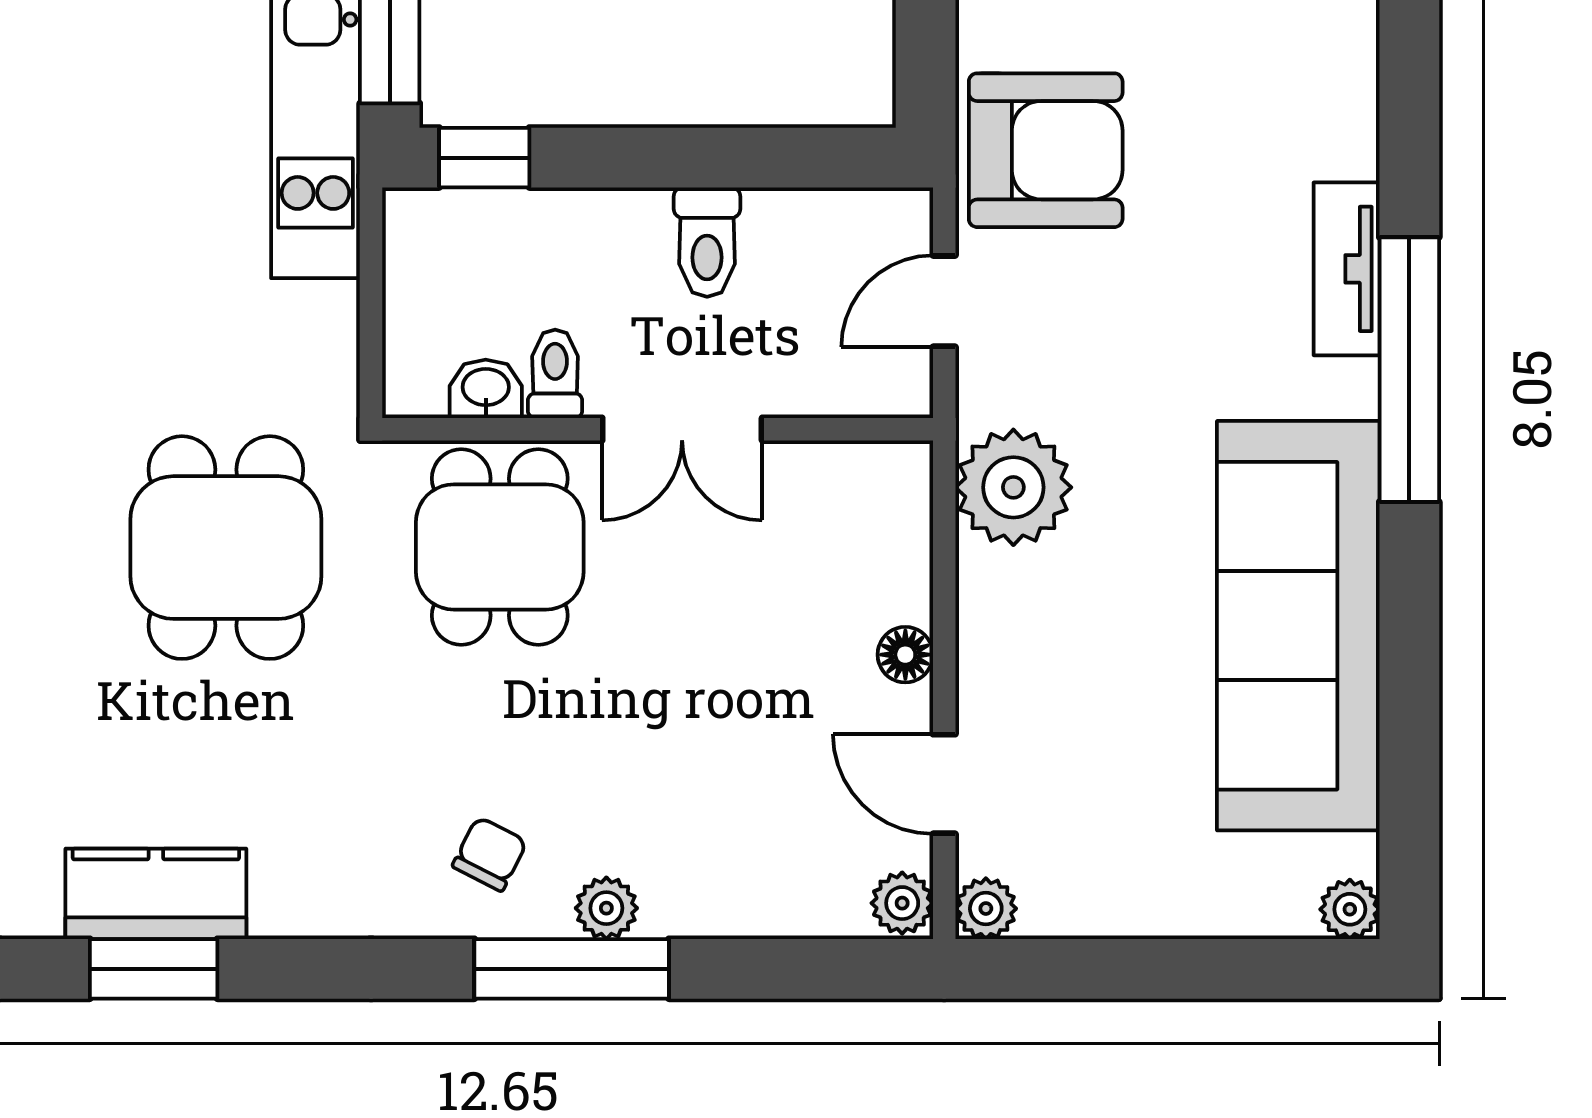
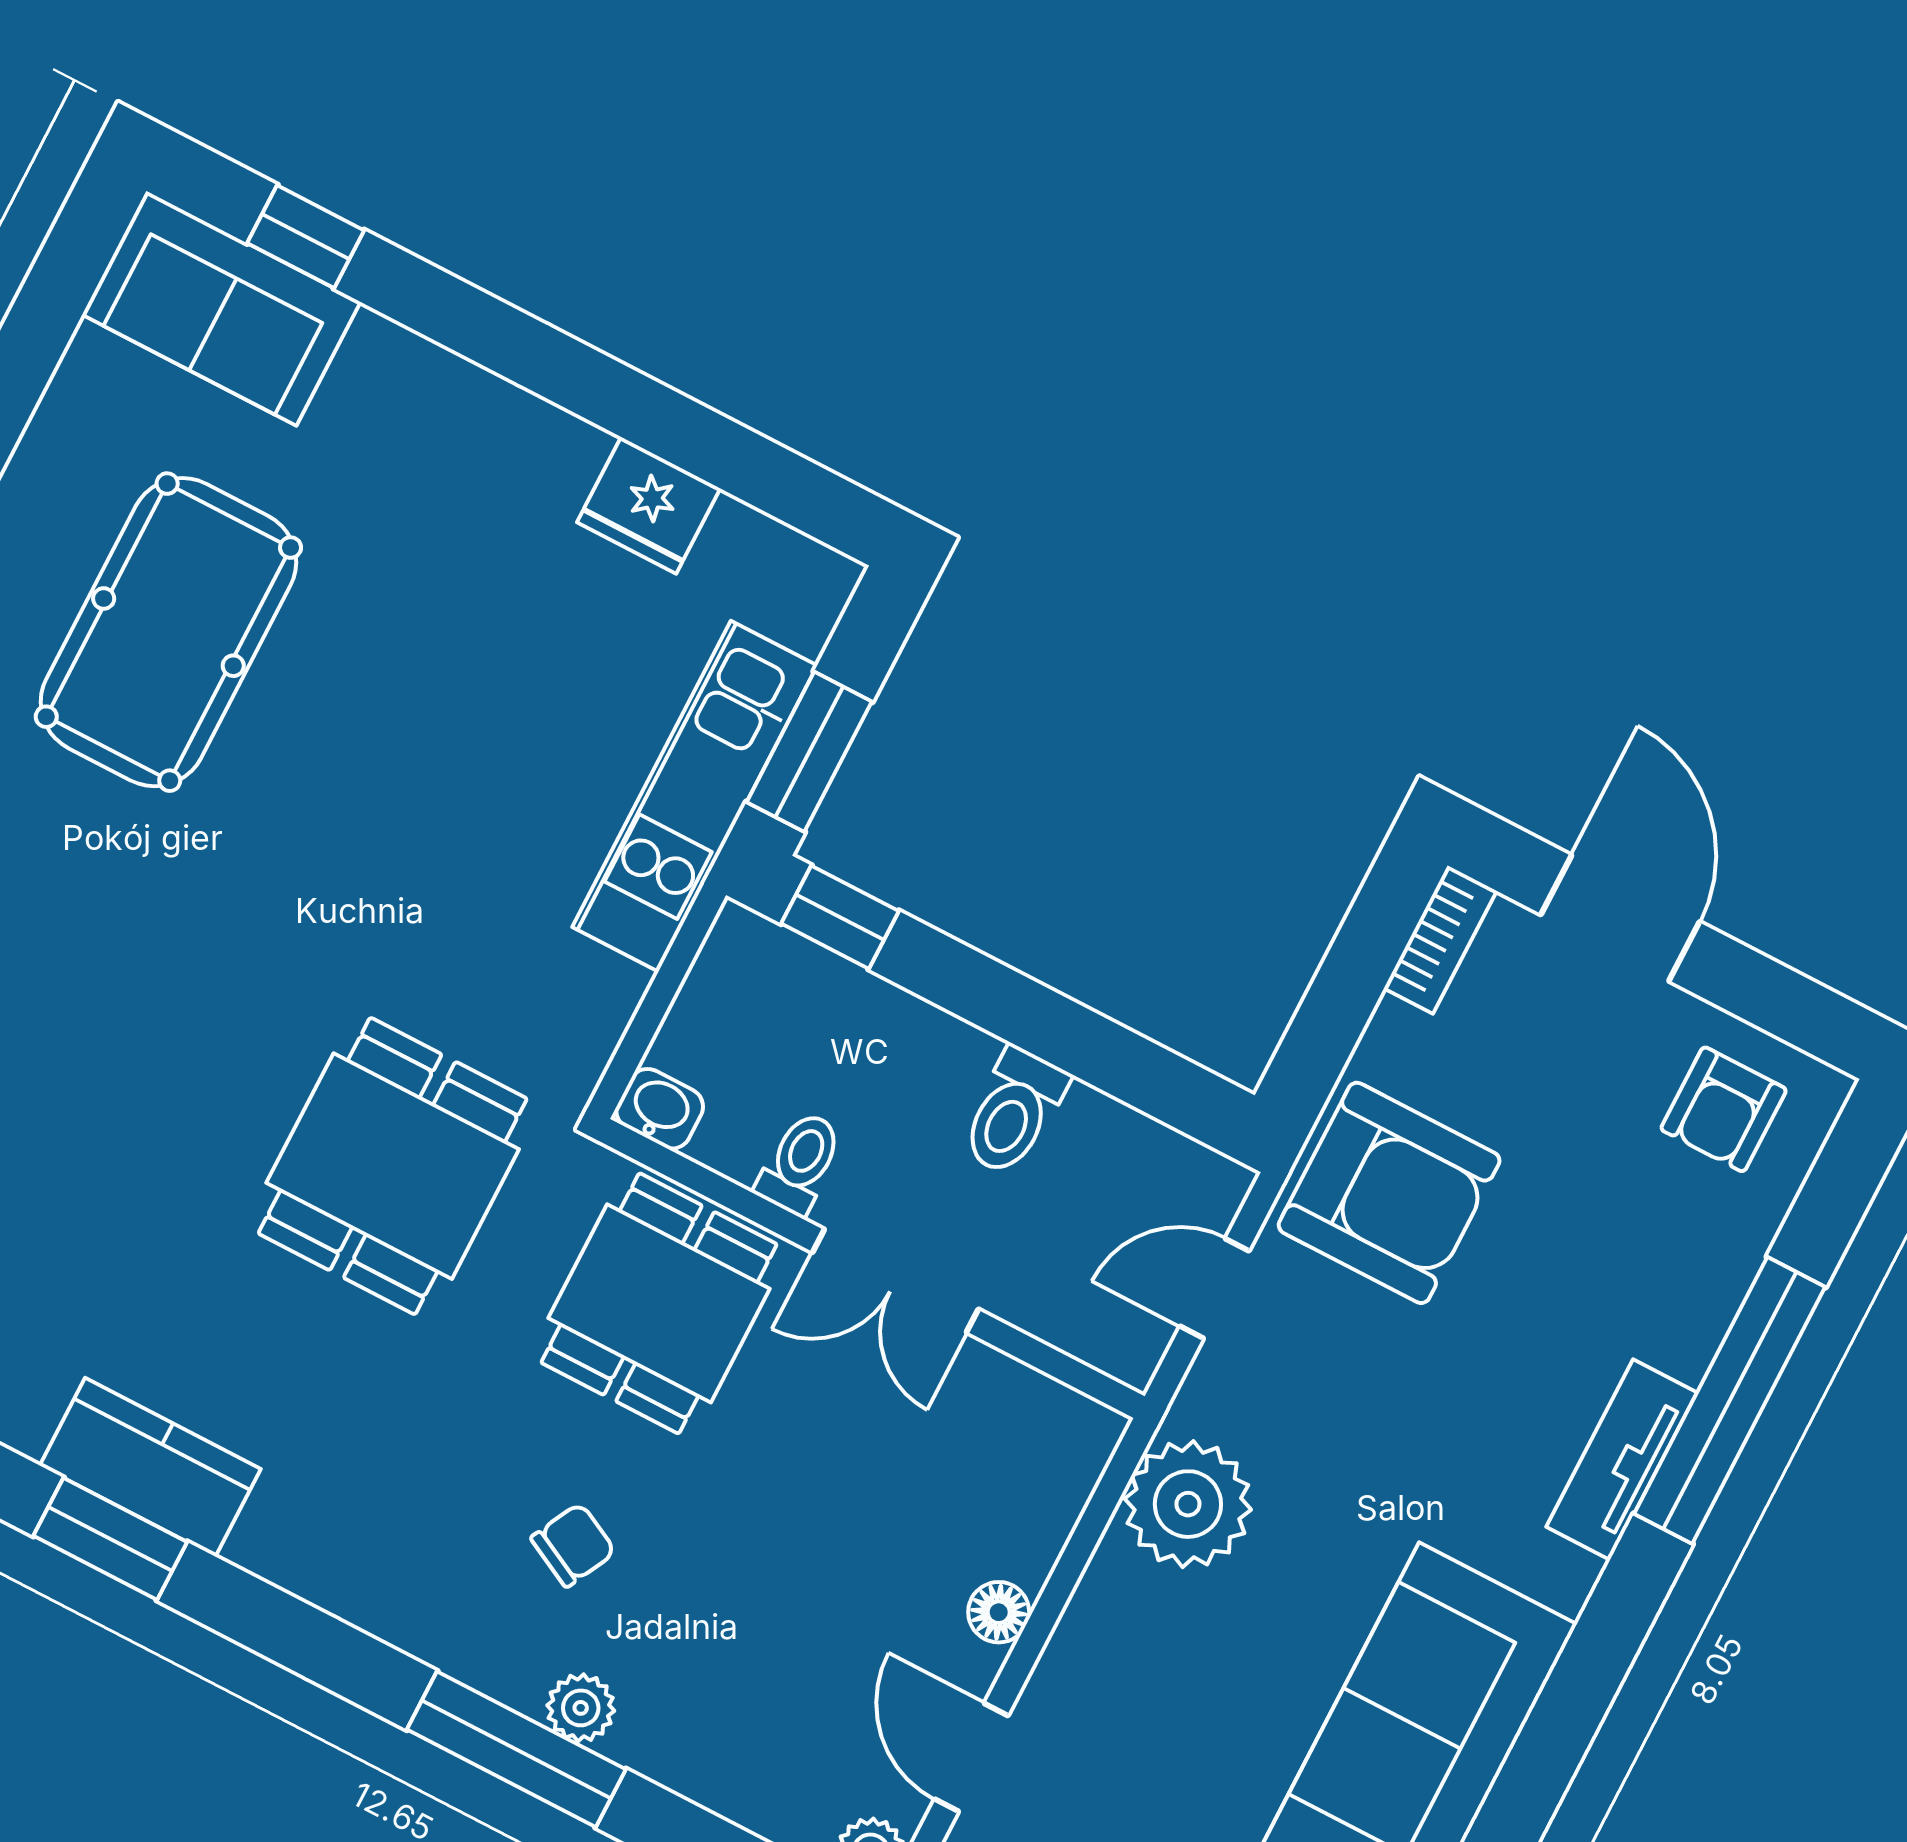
window: (1409, 370) -> (1730, 1400), moved
washbasin: (486, 389) -> (660, 1109), moved
chair: (490, 854) -> (573, 1545), moved

